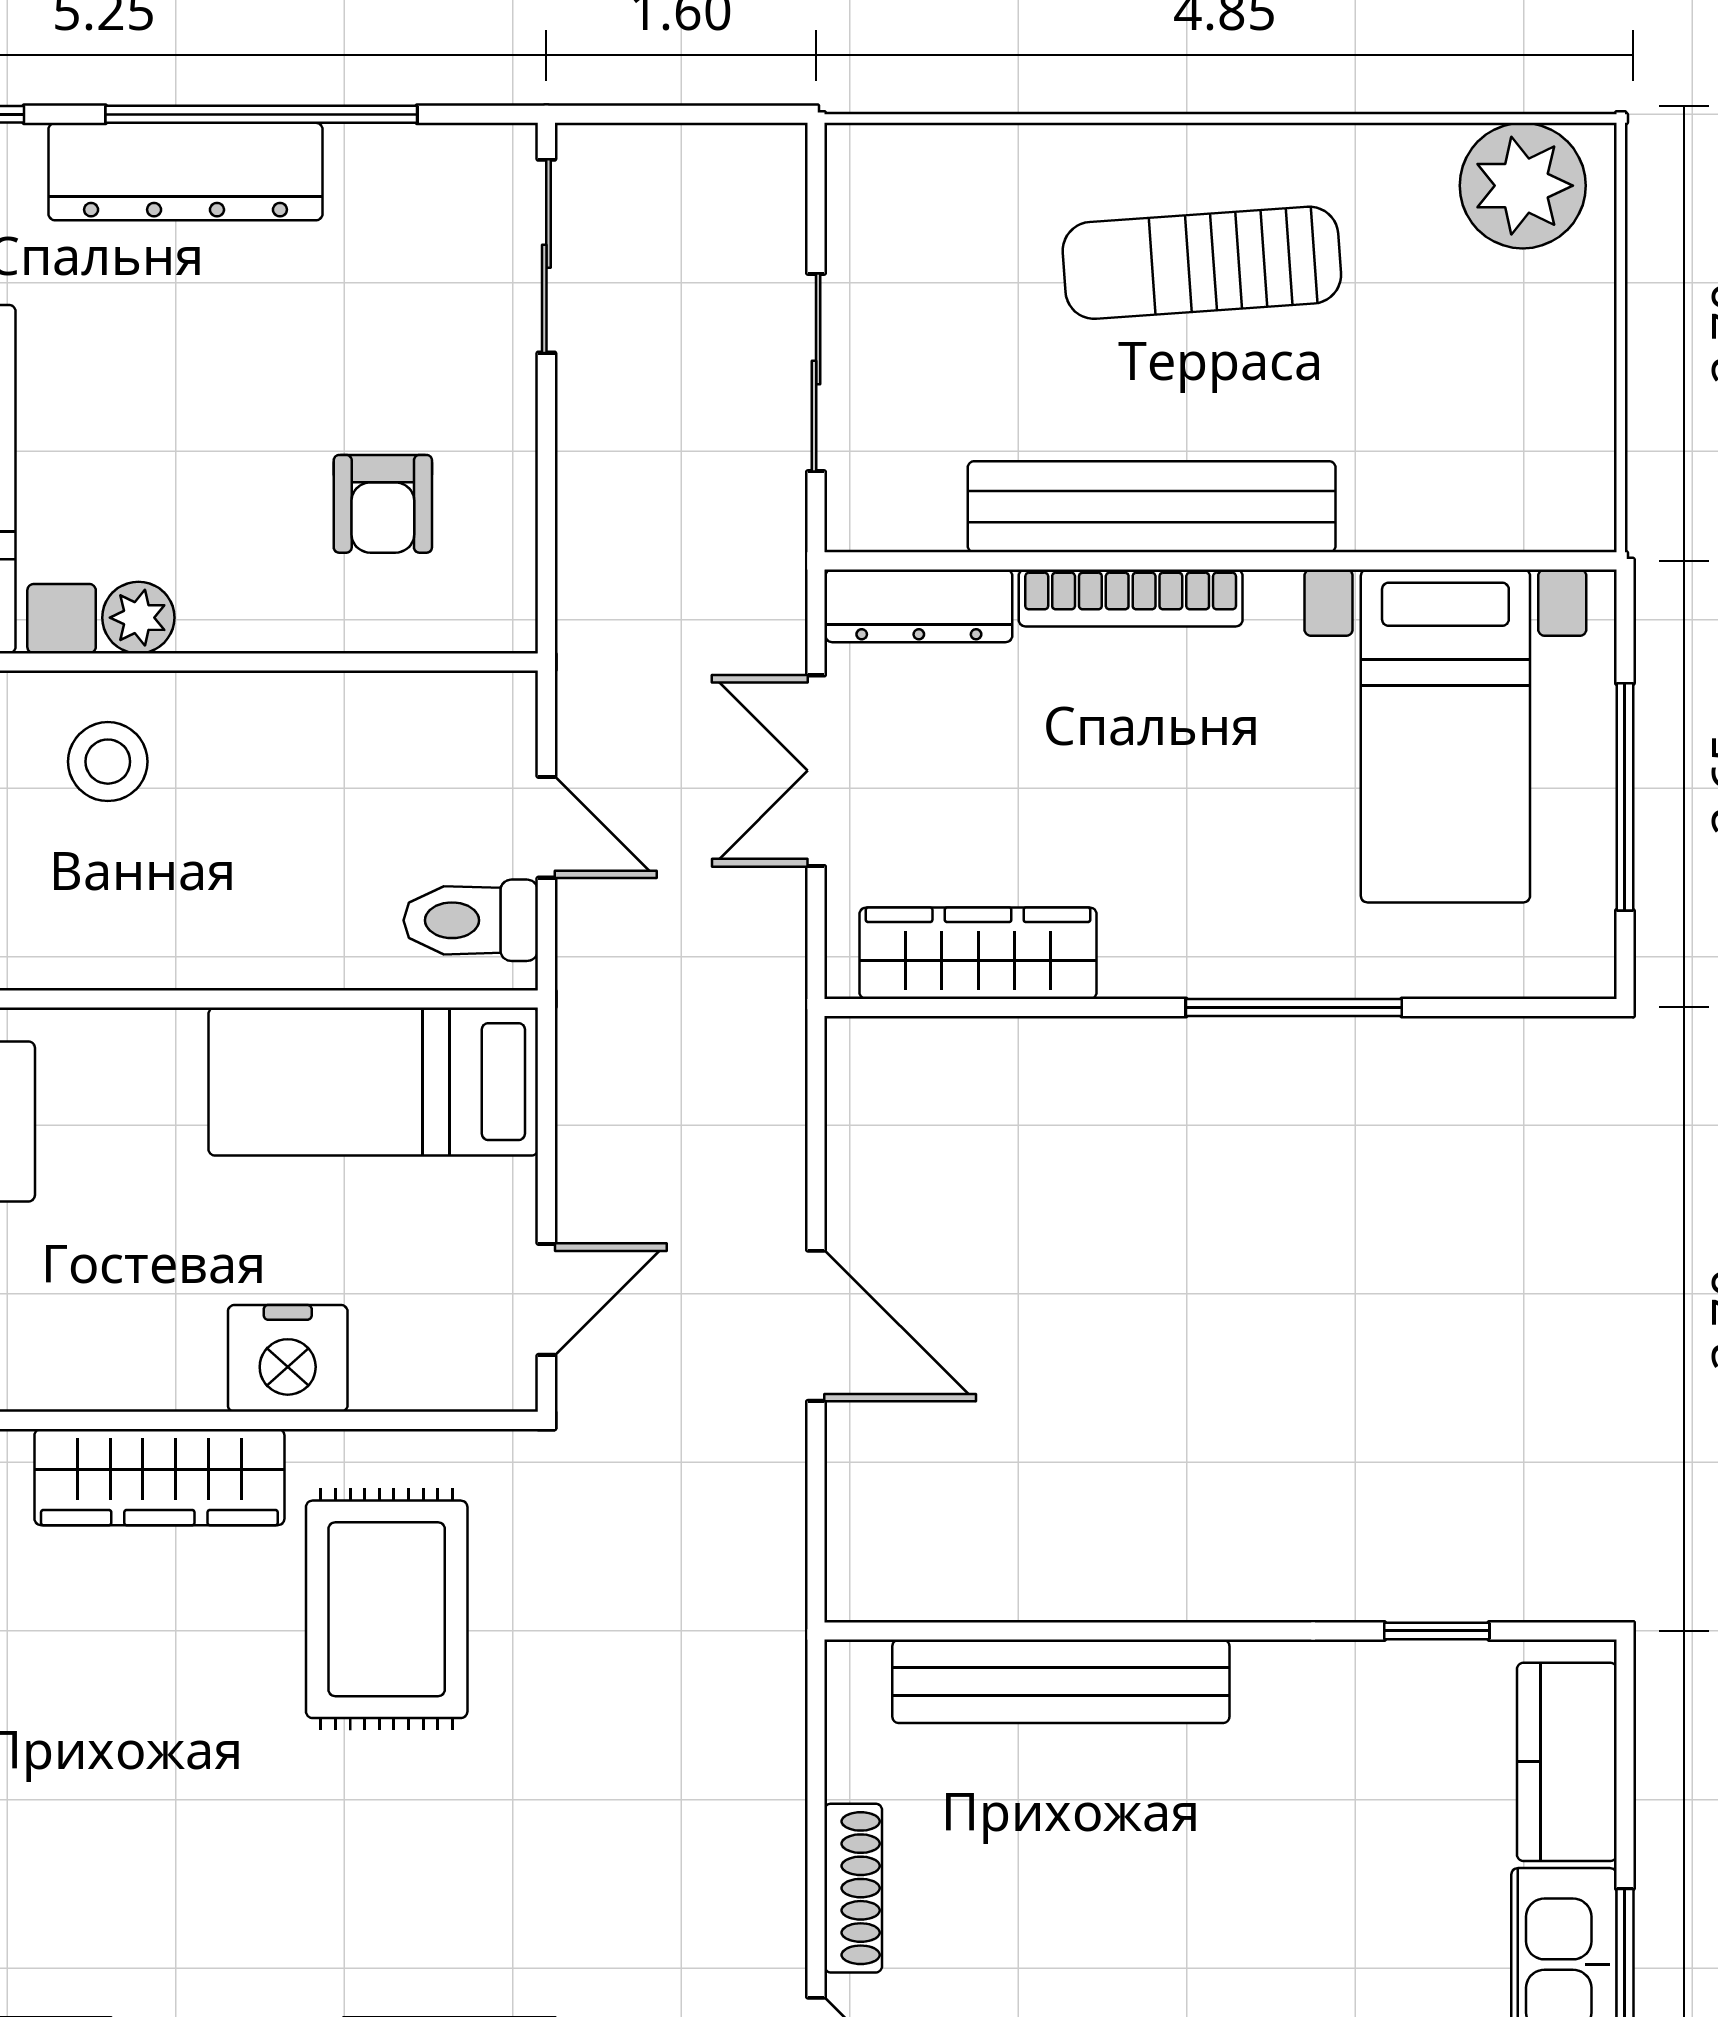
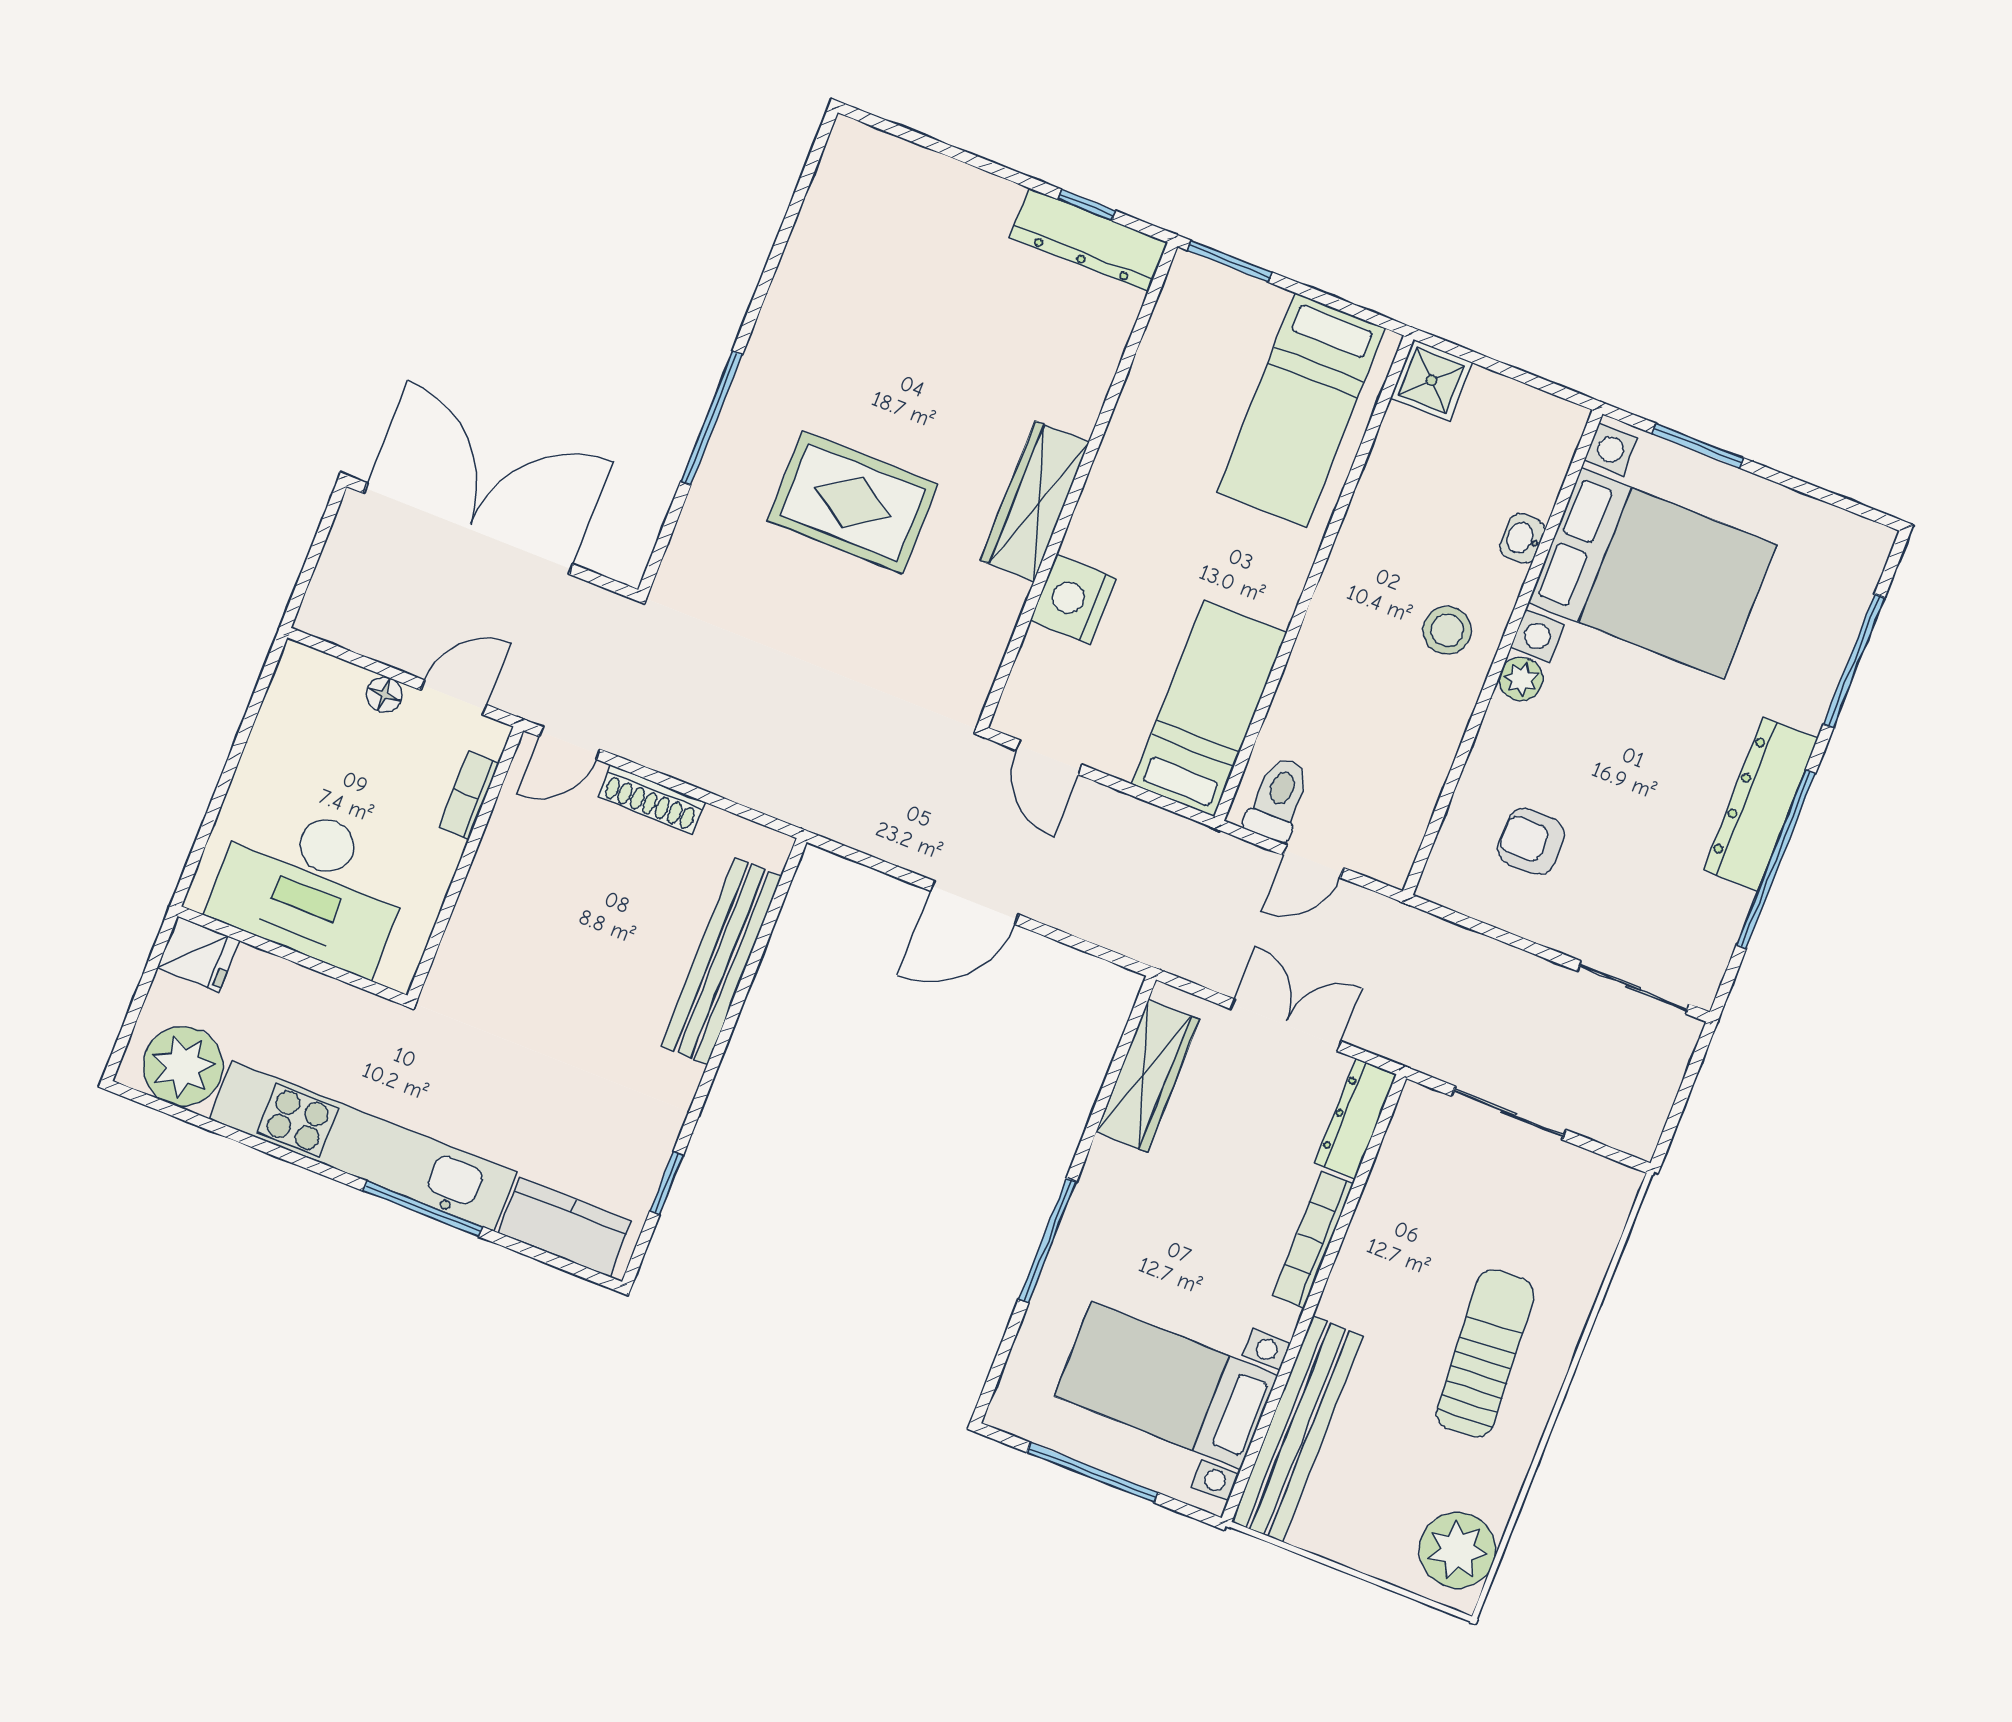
bench: (1152, 507) -> (1297, 1429), moved
rug: (387, 1609) -> (853, 502), moved

